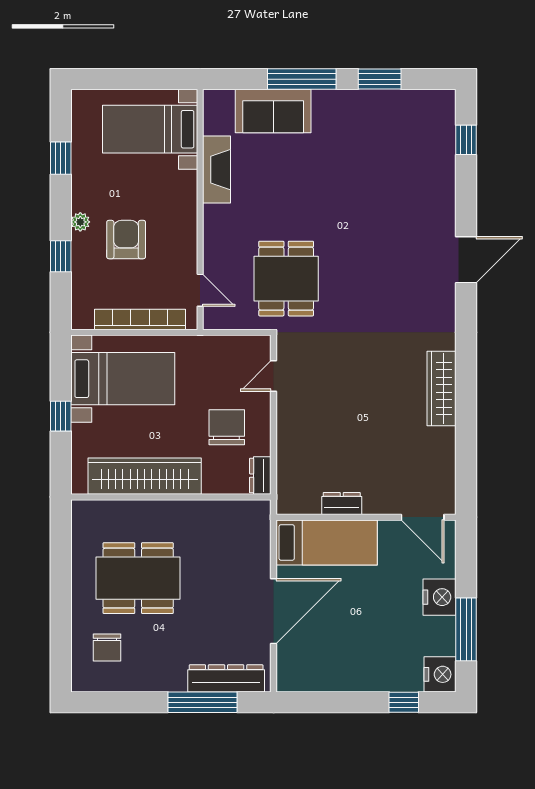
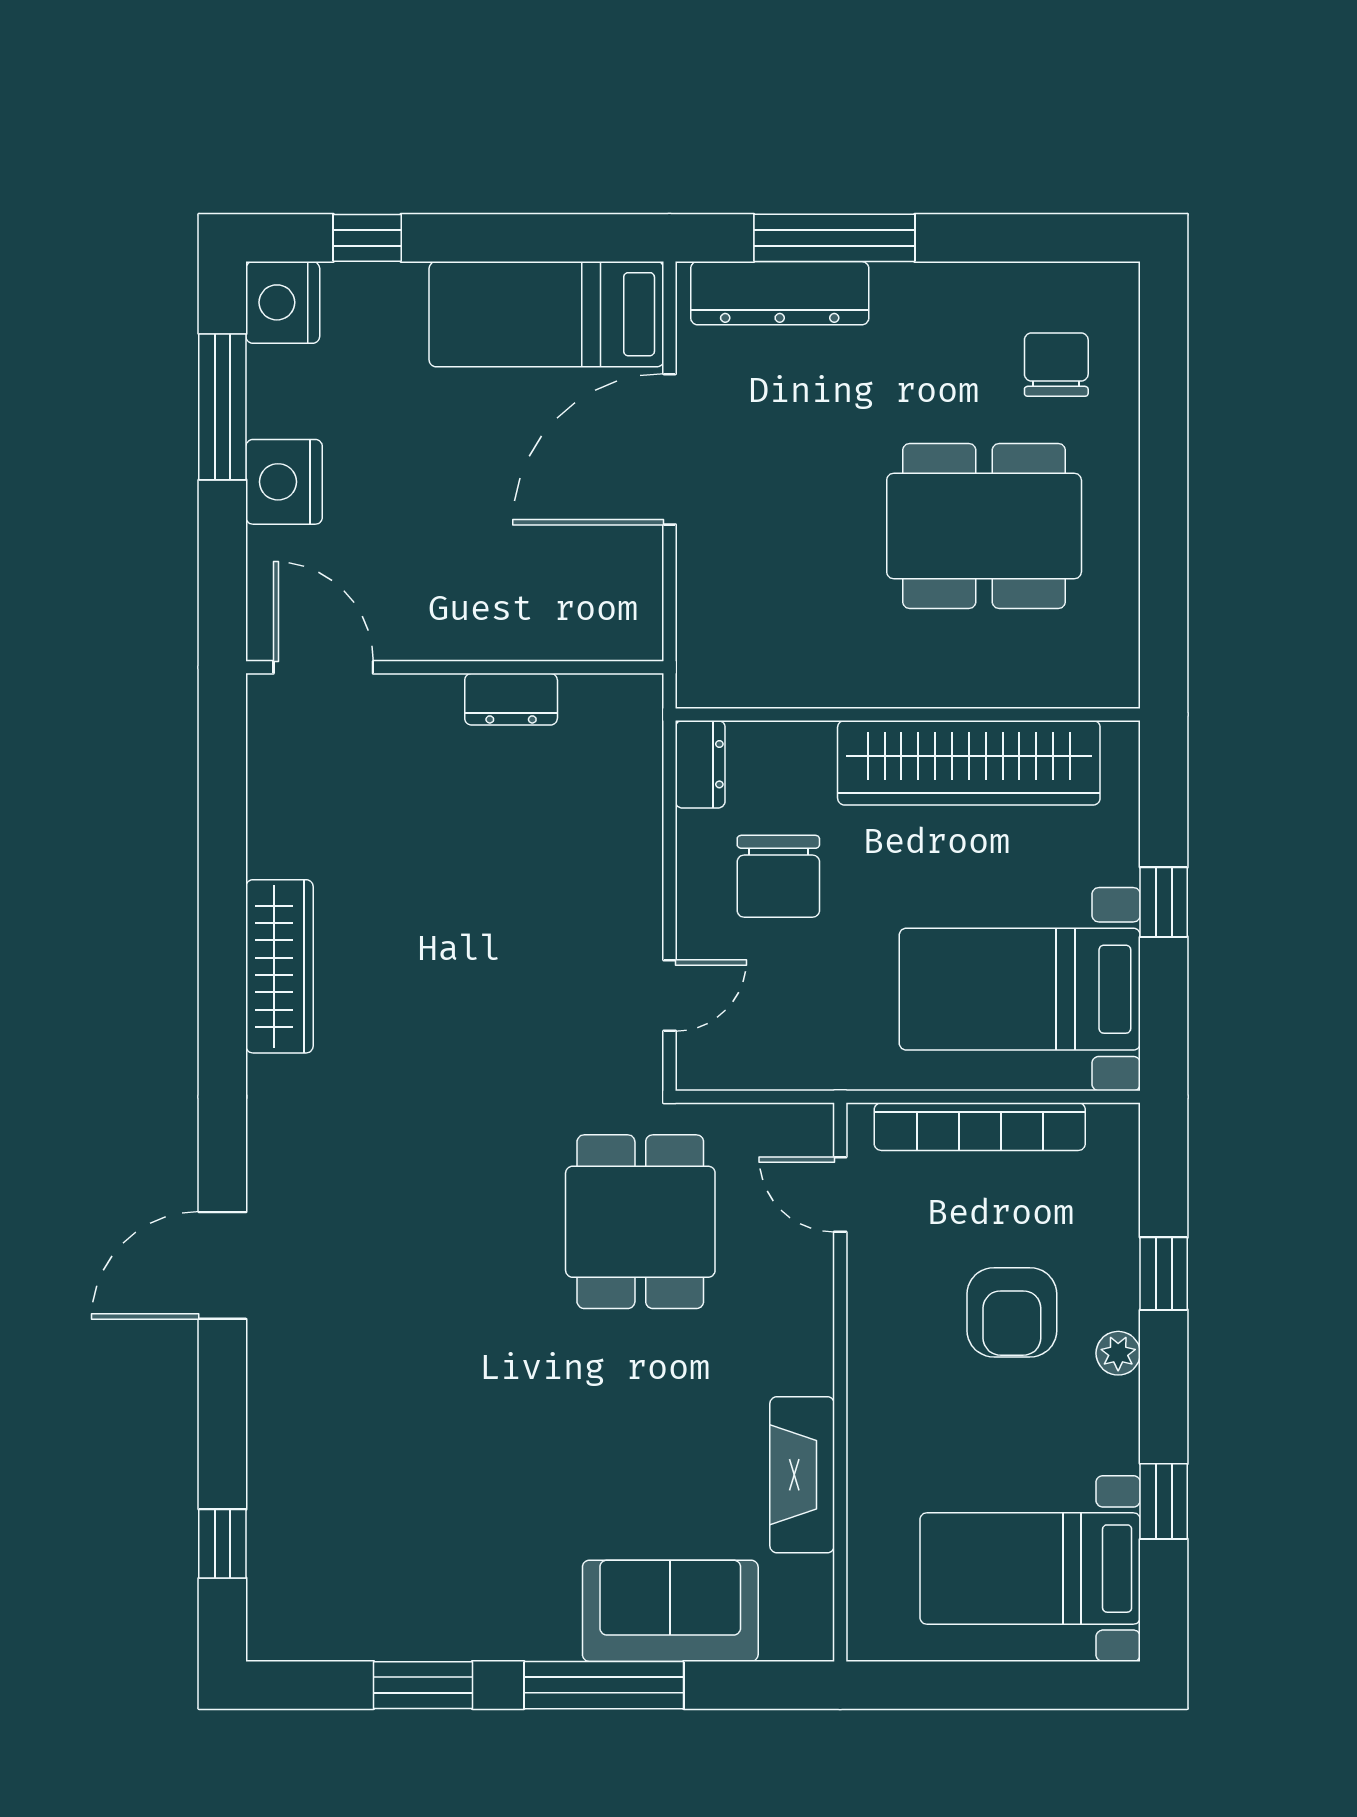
bed with nightstands: (150, 129) -> (1030, 1569), moved, turned 180
bed: (327, 542) -> (546, 314), moved

